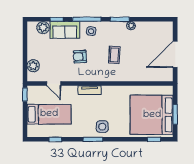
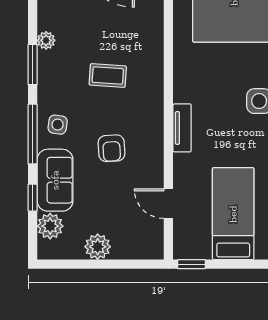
plant: (33, 66) -> (98, 247), moved
door: (54, 84) -> (168, 204), swing flipped

